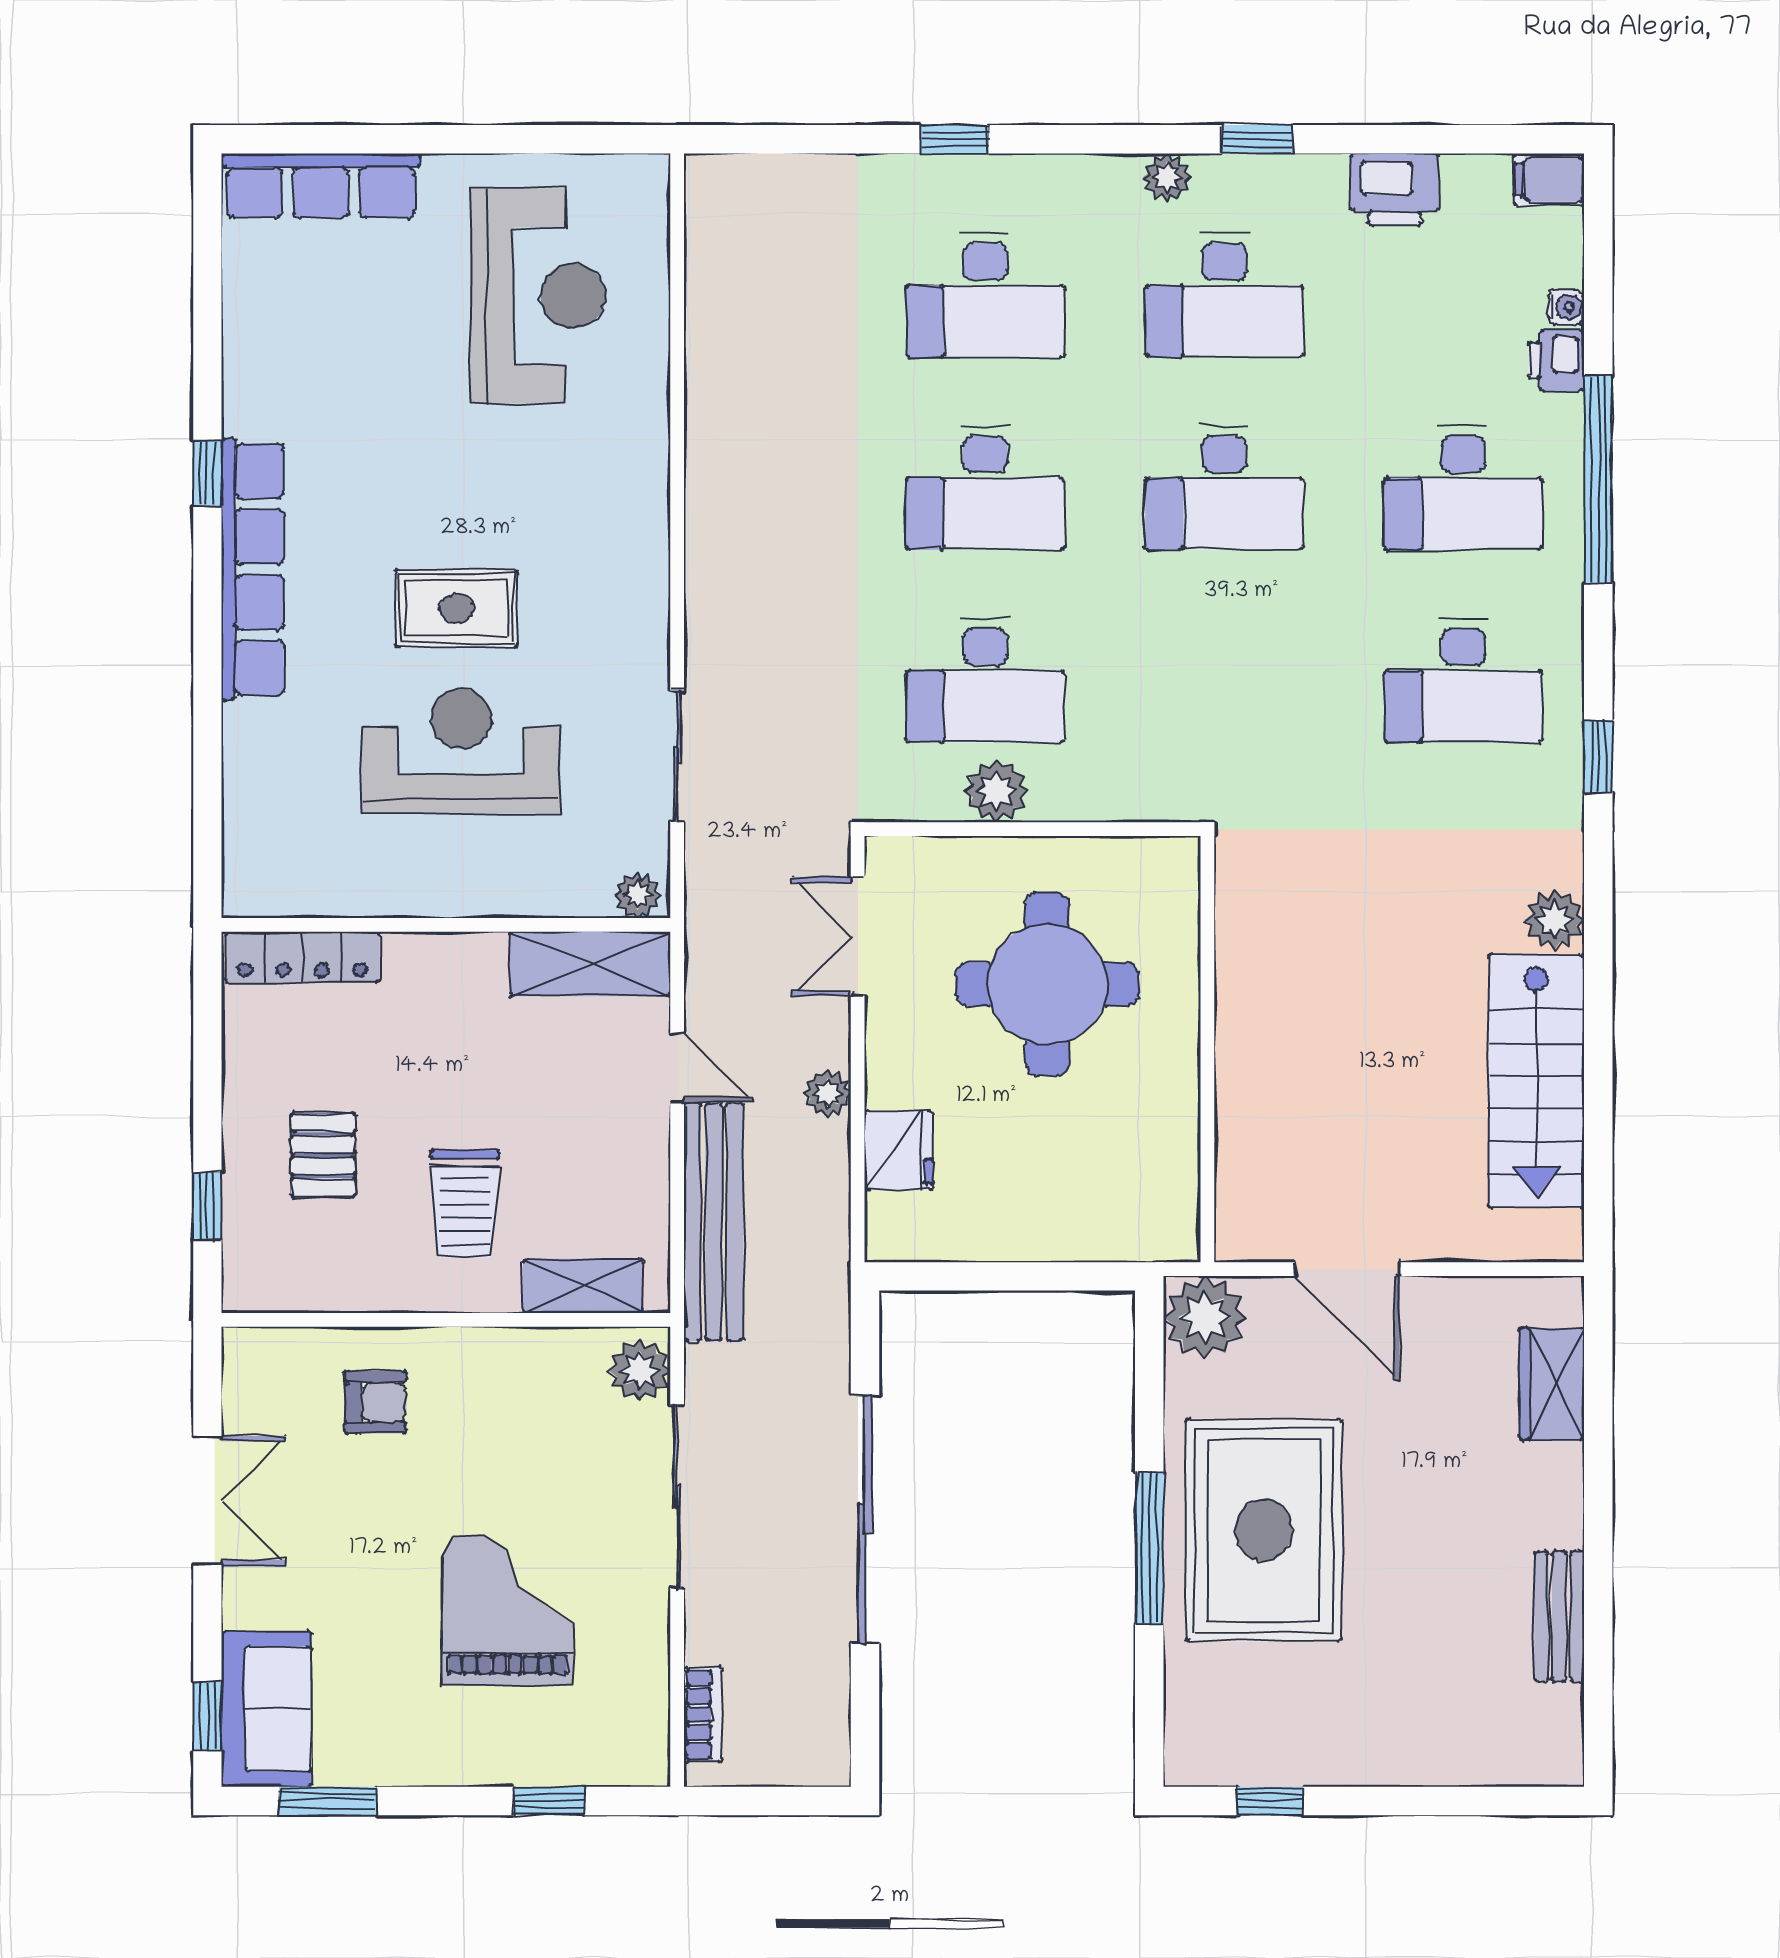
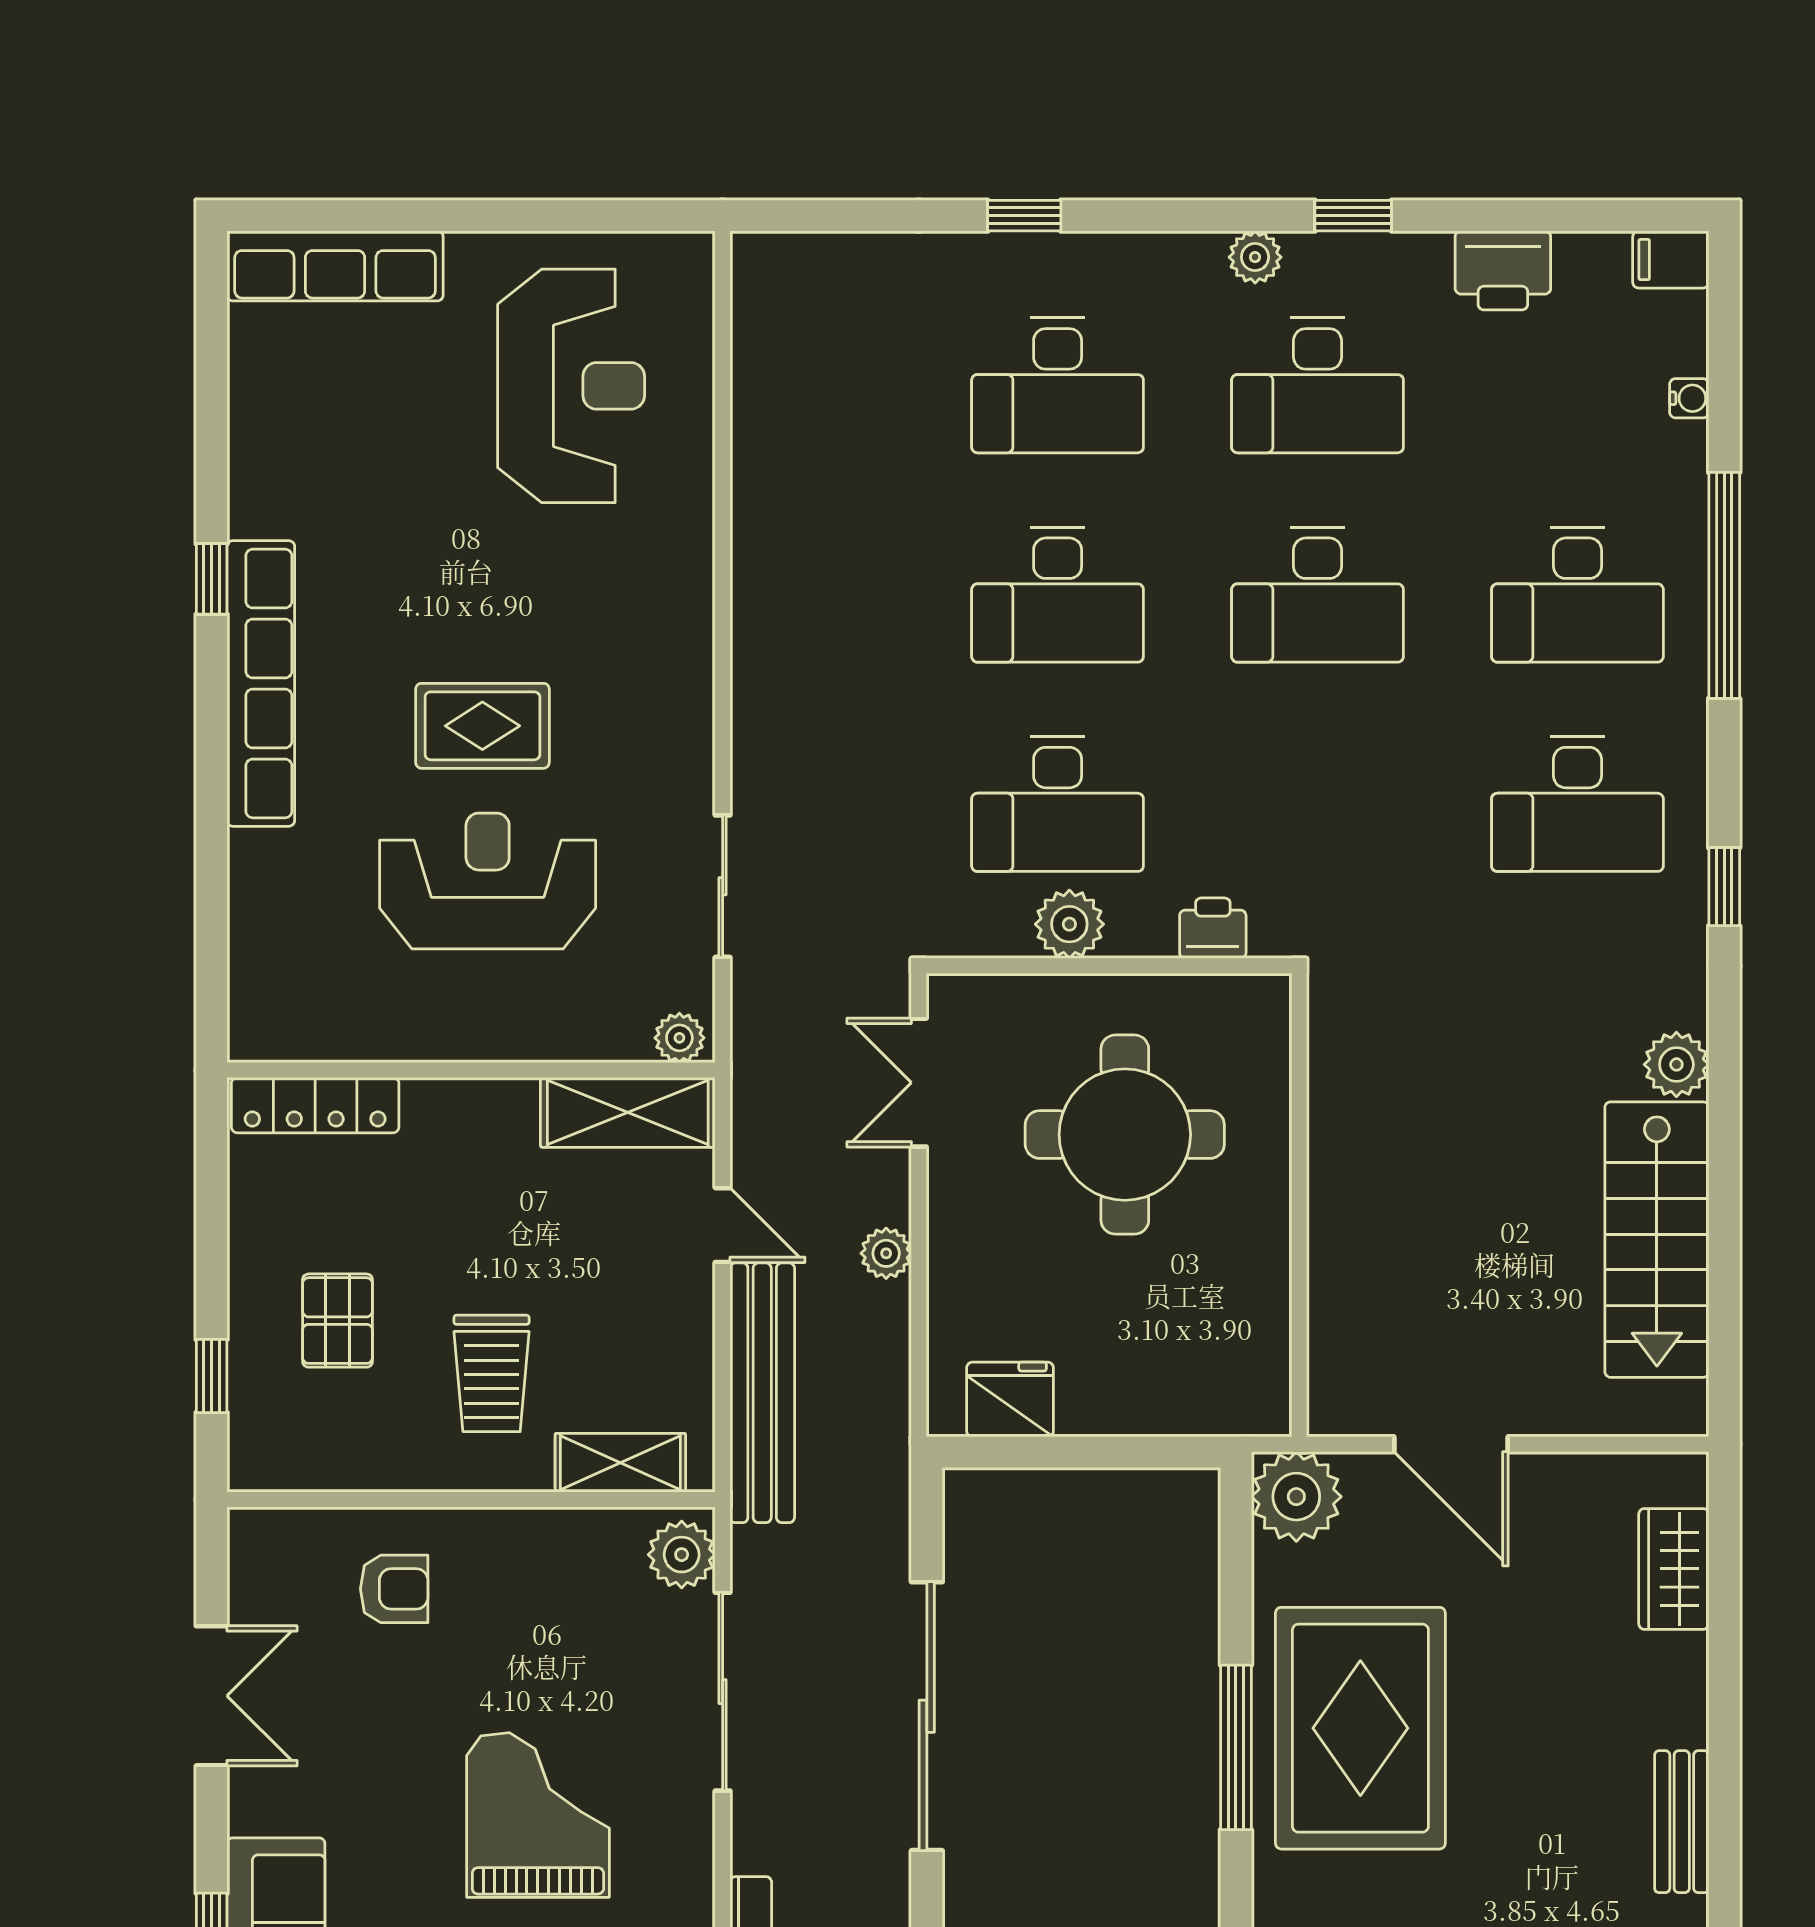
printer: (1556, 360) -> (1213, 928), moved, turned 90
fridge: (899, 1150) -> (1010, 1399), moved, turned -90

